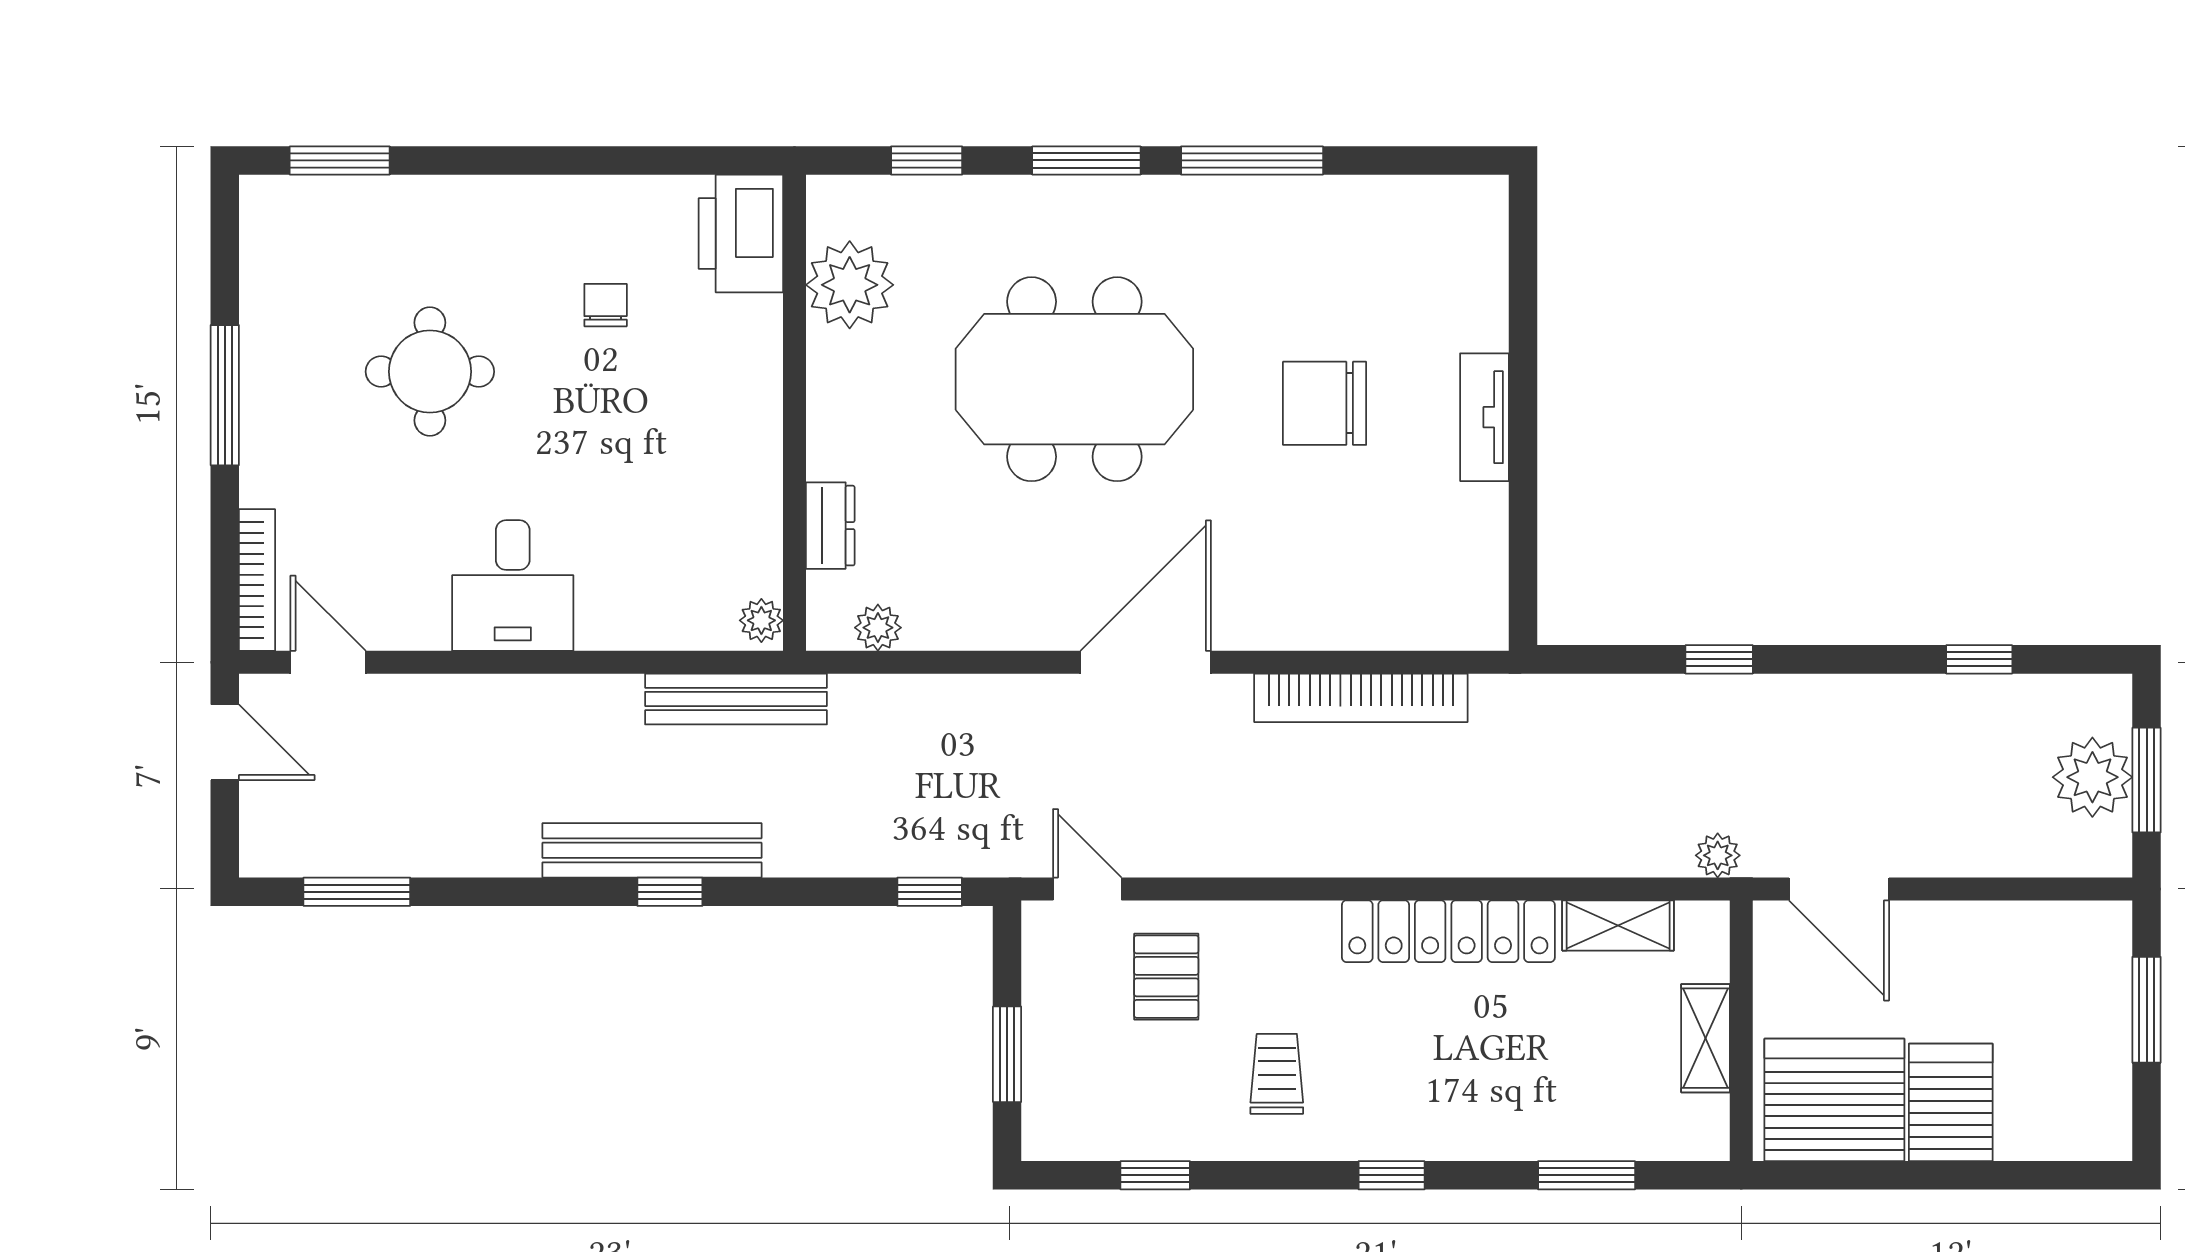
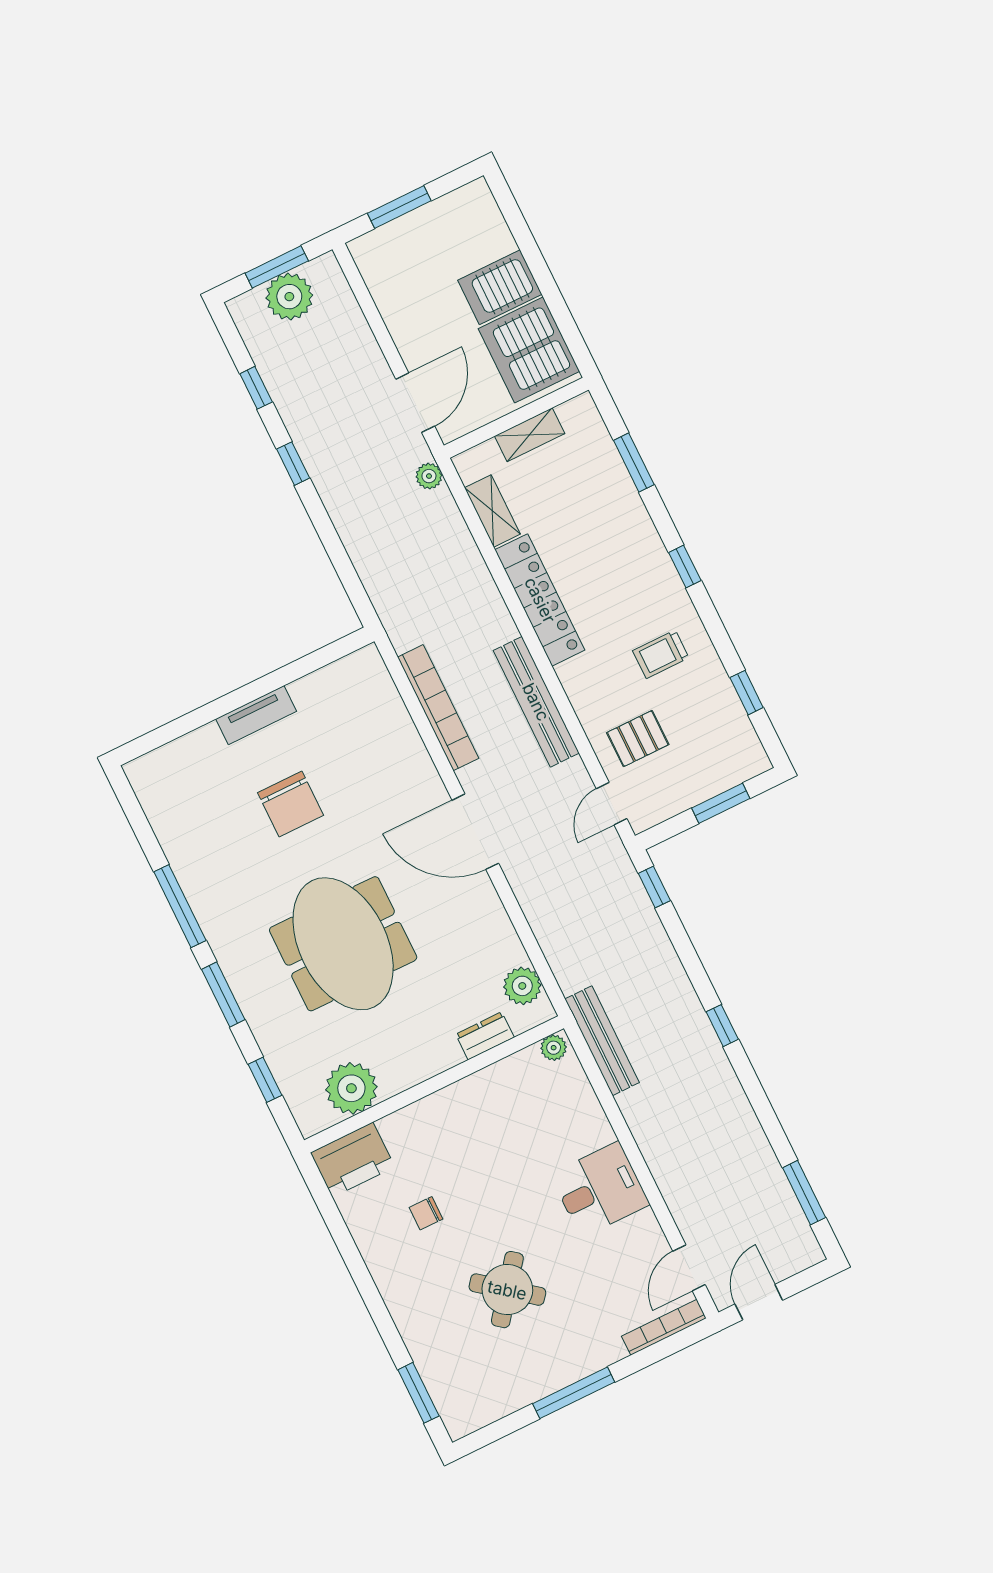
round table: (430, 372) -> (507, 1290), turned 38
plant: (878, 628) -> (522, 986), width x1.38, depth x1.38
window: (1719, 659) -> (293, 464), moved
bench: (652, 850) -> (536, 702), moved

